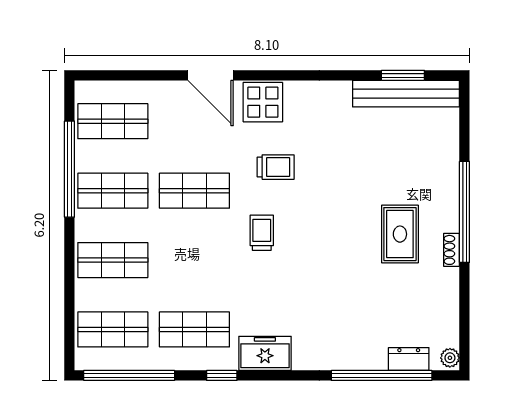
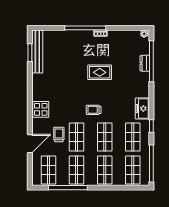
door: (211, 75) -> (30, 144), moved
trolley: (276, 167) -> (59, 135), moved
rug: (400, 234) -> (100, 72), moved
shop shelf: (194, 260) -> (105, 137), added
dresser: (409, 359) -> (145, 63), moved

